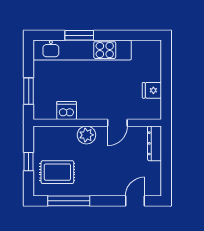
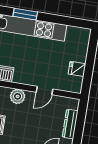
dresser: (155, 143) -> (70, 124), moved

